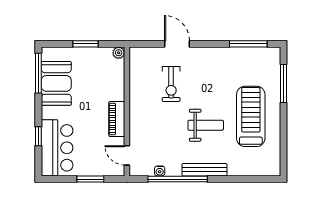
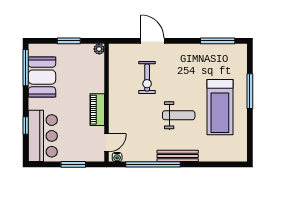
window: (283, 84) -> (250, 91), moved
treadmill: (251, 116) -> (220, 107), turned 180
door: (127, 155) -> (107, 143), swing flipped
water cooler: (160, 171) -> (117, 157), moved

